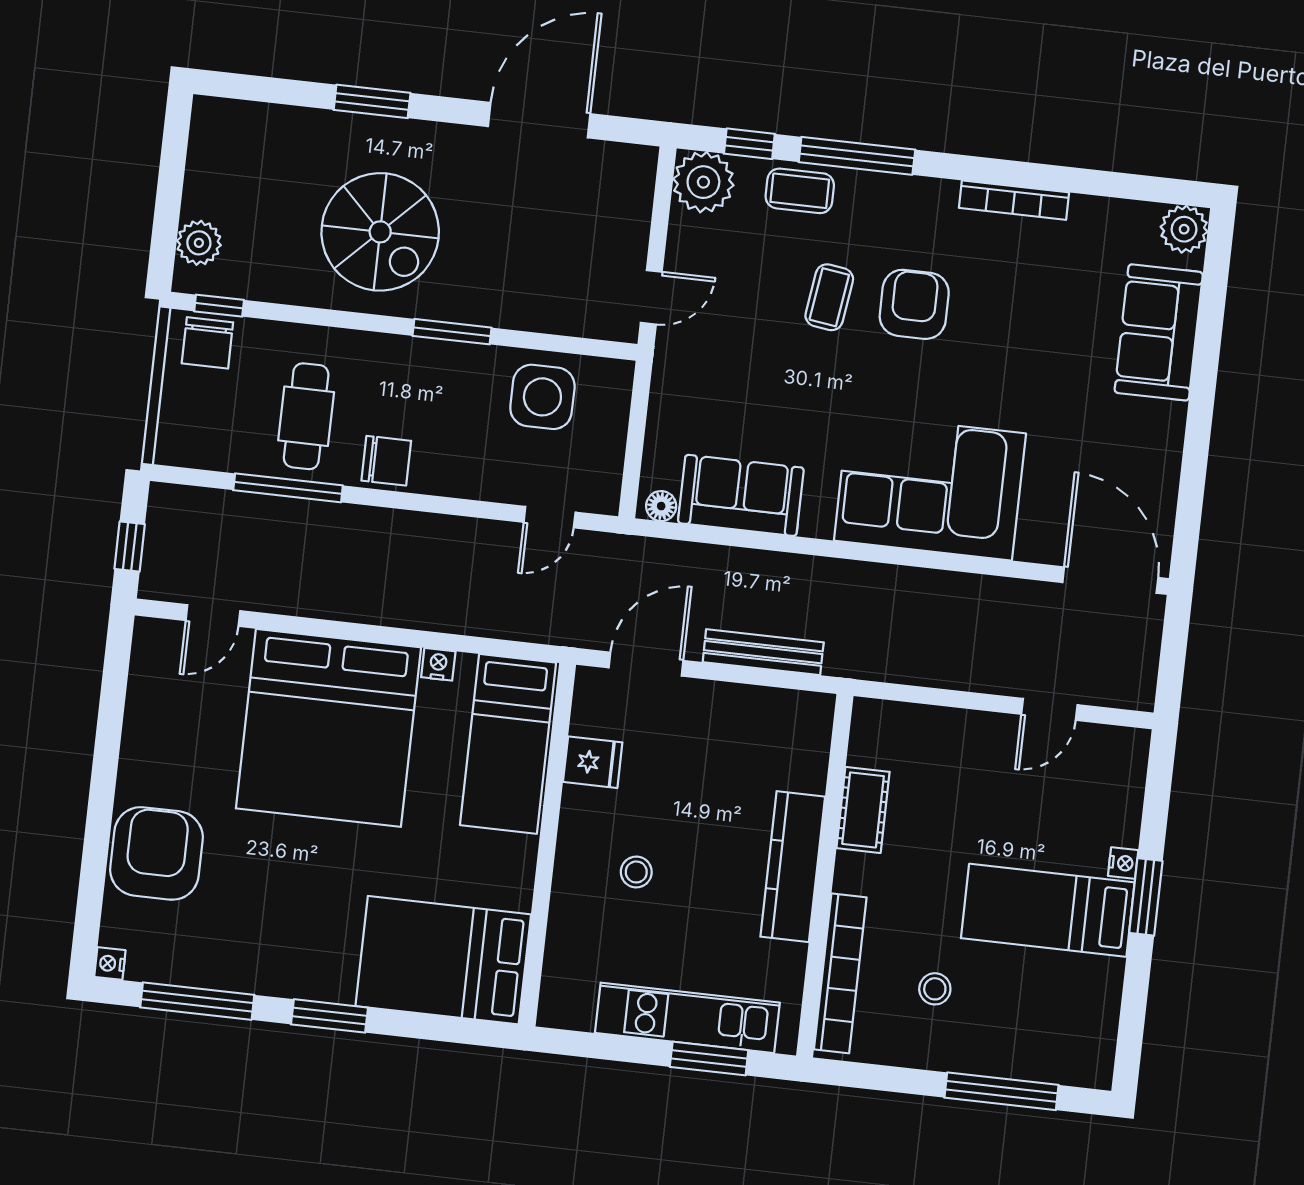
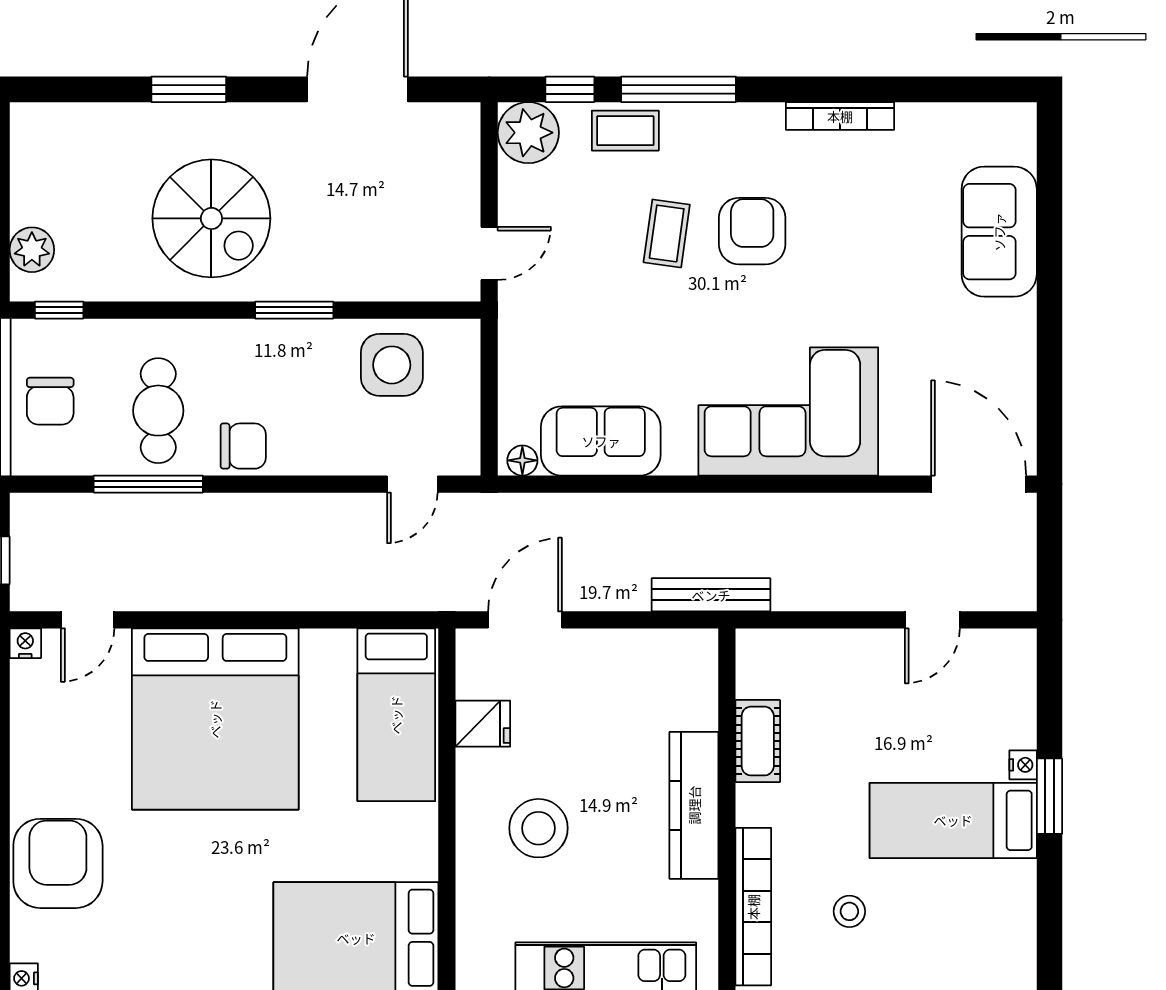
plant: (1184, 229) -> (1013, 126), removed
chair: (207, 343) -> (50, 401), moved
bench: (763, 652) -> (711, 595), moved
nightstand: (438, 664) -> (25, 643), moved
stool: (636, 872) -> (538, 828), width x1.89, depth x1.89

